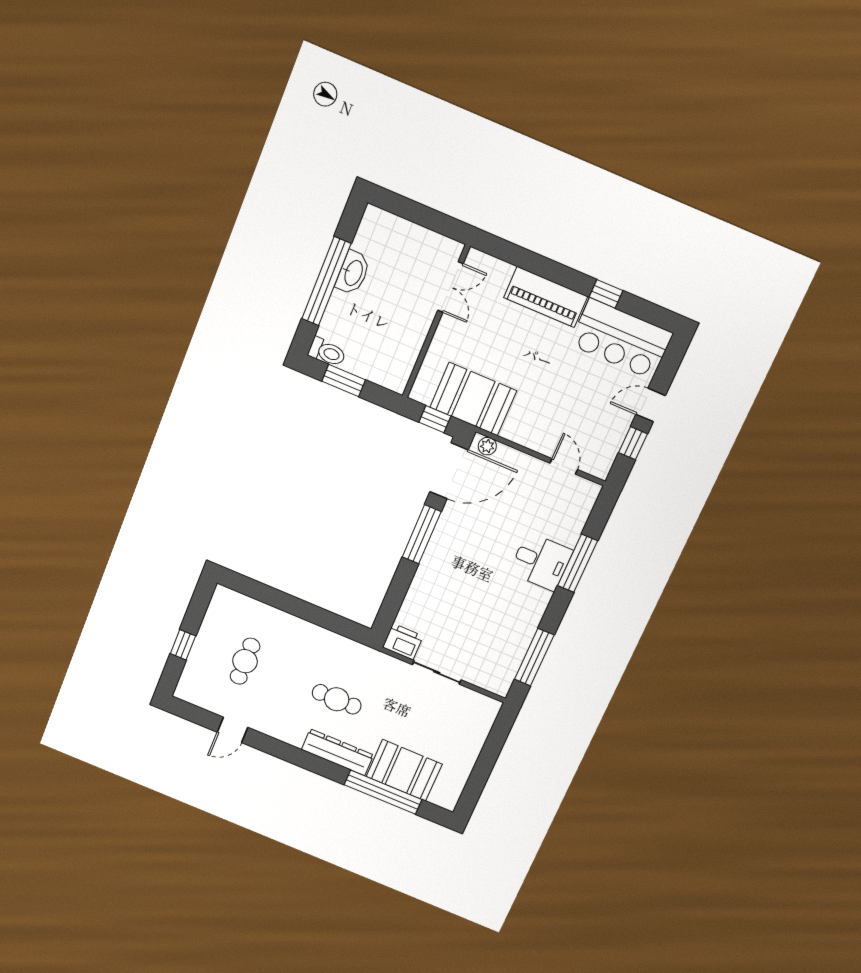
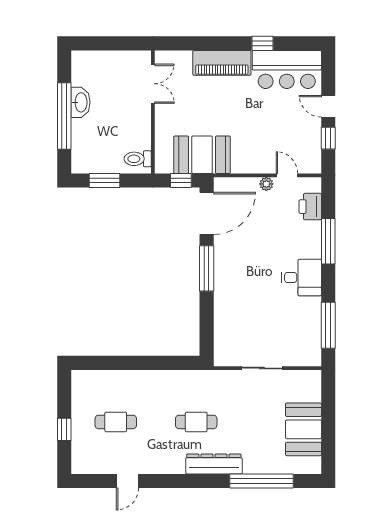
toilet: (327, 352) -> (138, 159), moved, turned 180
door: (651, 405) -> (328, 106), hinge flipped
plant: (487, 446) -> (266, 184), moved
desk: (541, 562) -> (301, 277), moved
printer: (403, 642) -> (310, 207), moved, turned -90
cafe table: (245, 661) -> (116, 422), turned 90
booth: (404, 770) -> (304, 429), moved, turned 90

